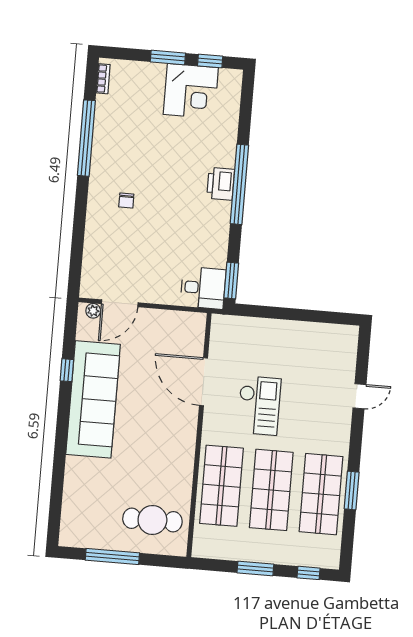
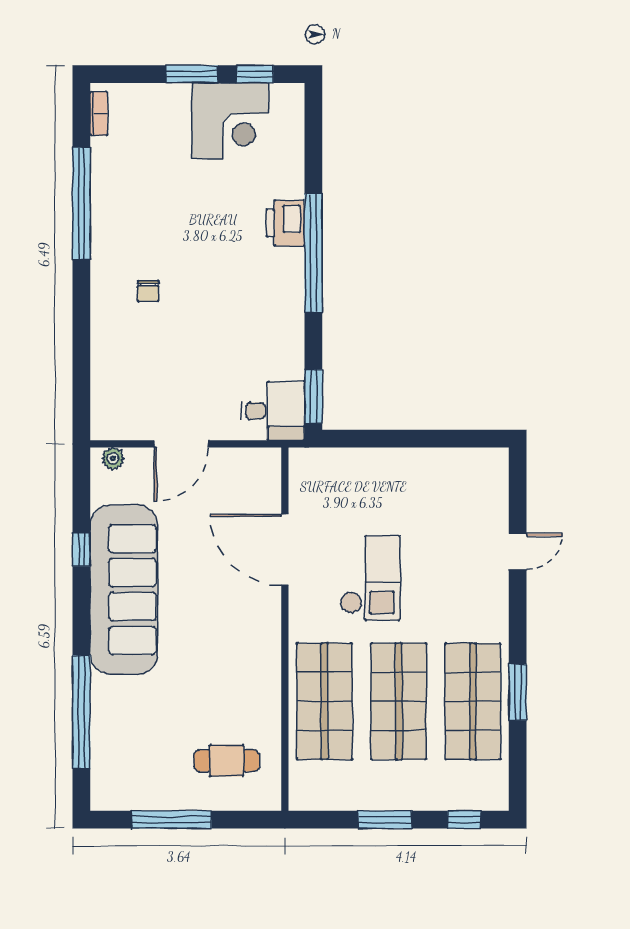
printer: (221, 184) -> (286, 223), moved
door: (120, 303) -> (181, 444), moved
window: (58, 479) -> (81, 712), added
cafe table: (152, 520) -> (227, 761), width x0.73, depth x0.74

